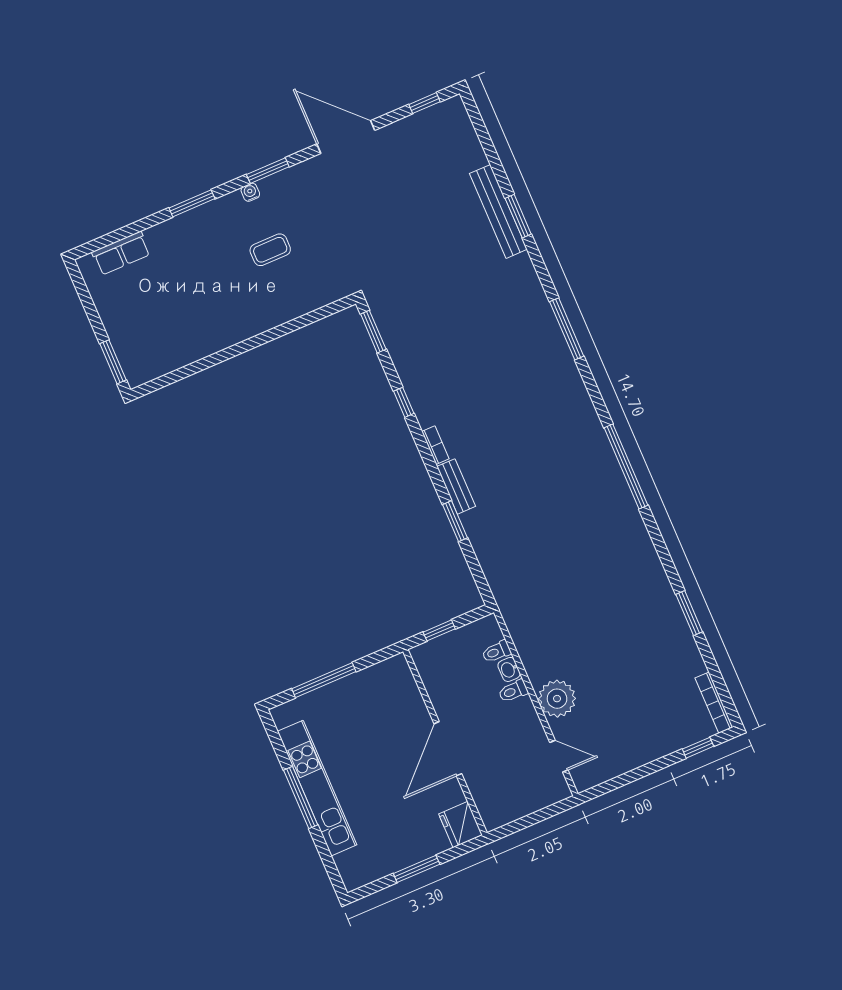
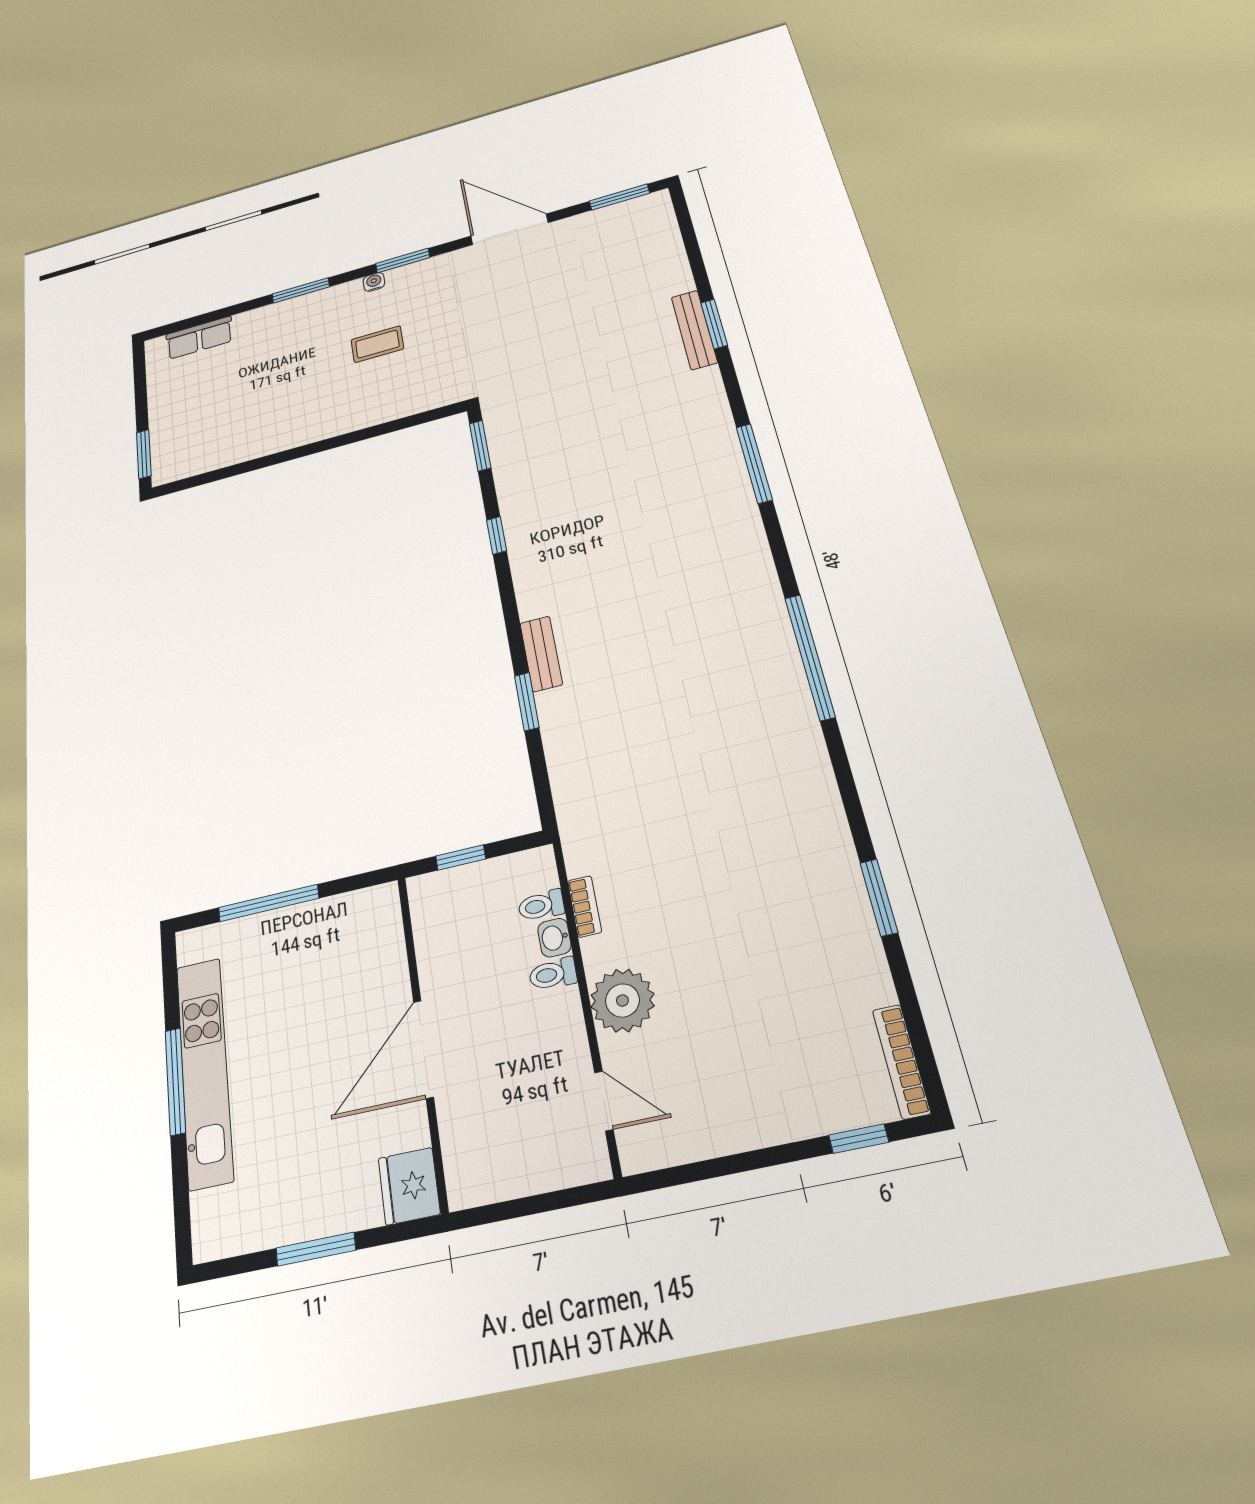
window: (425, 103) -> (619, 197), width x1.50
bench: (498, 211) -> (694, 330), width x0.73, depth x0.82
bookcase: (435, 445) -> (585, 906), moved

